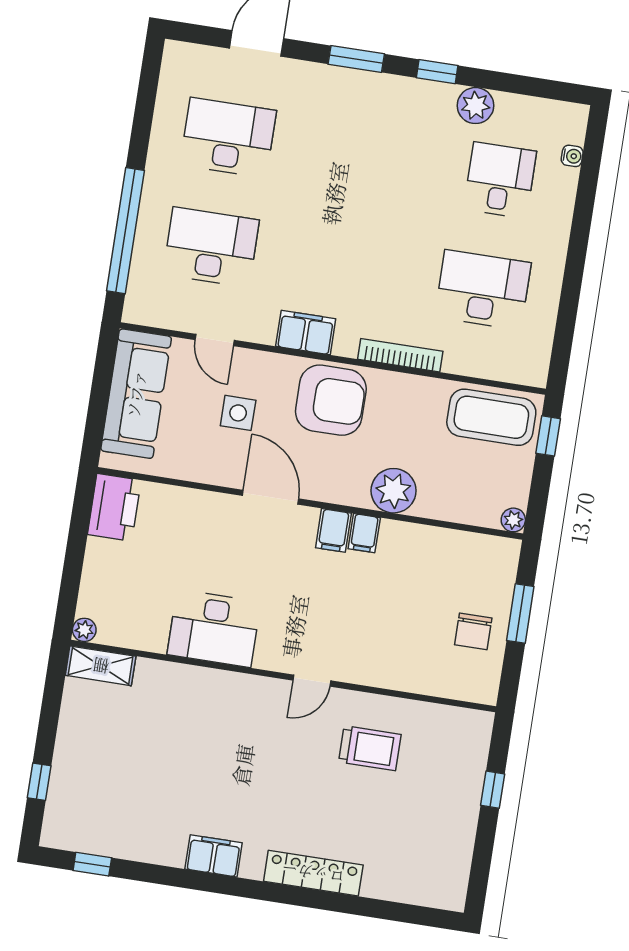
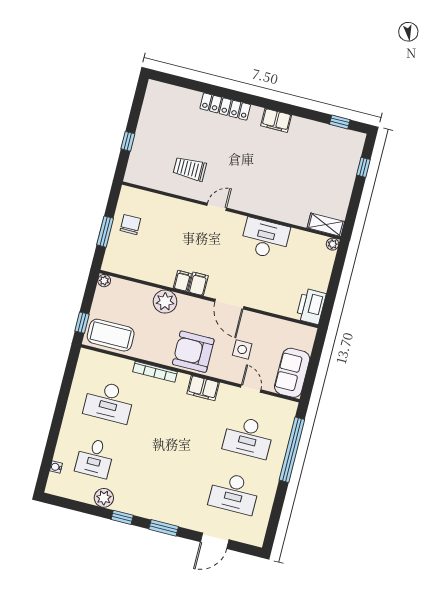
sofa: (136, 394) -> (292, 373), width x0.73

